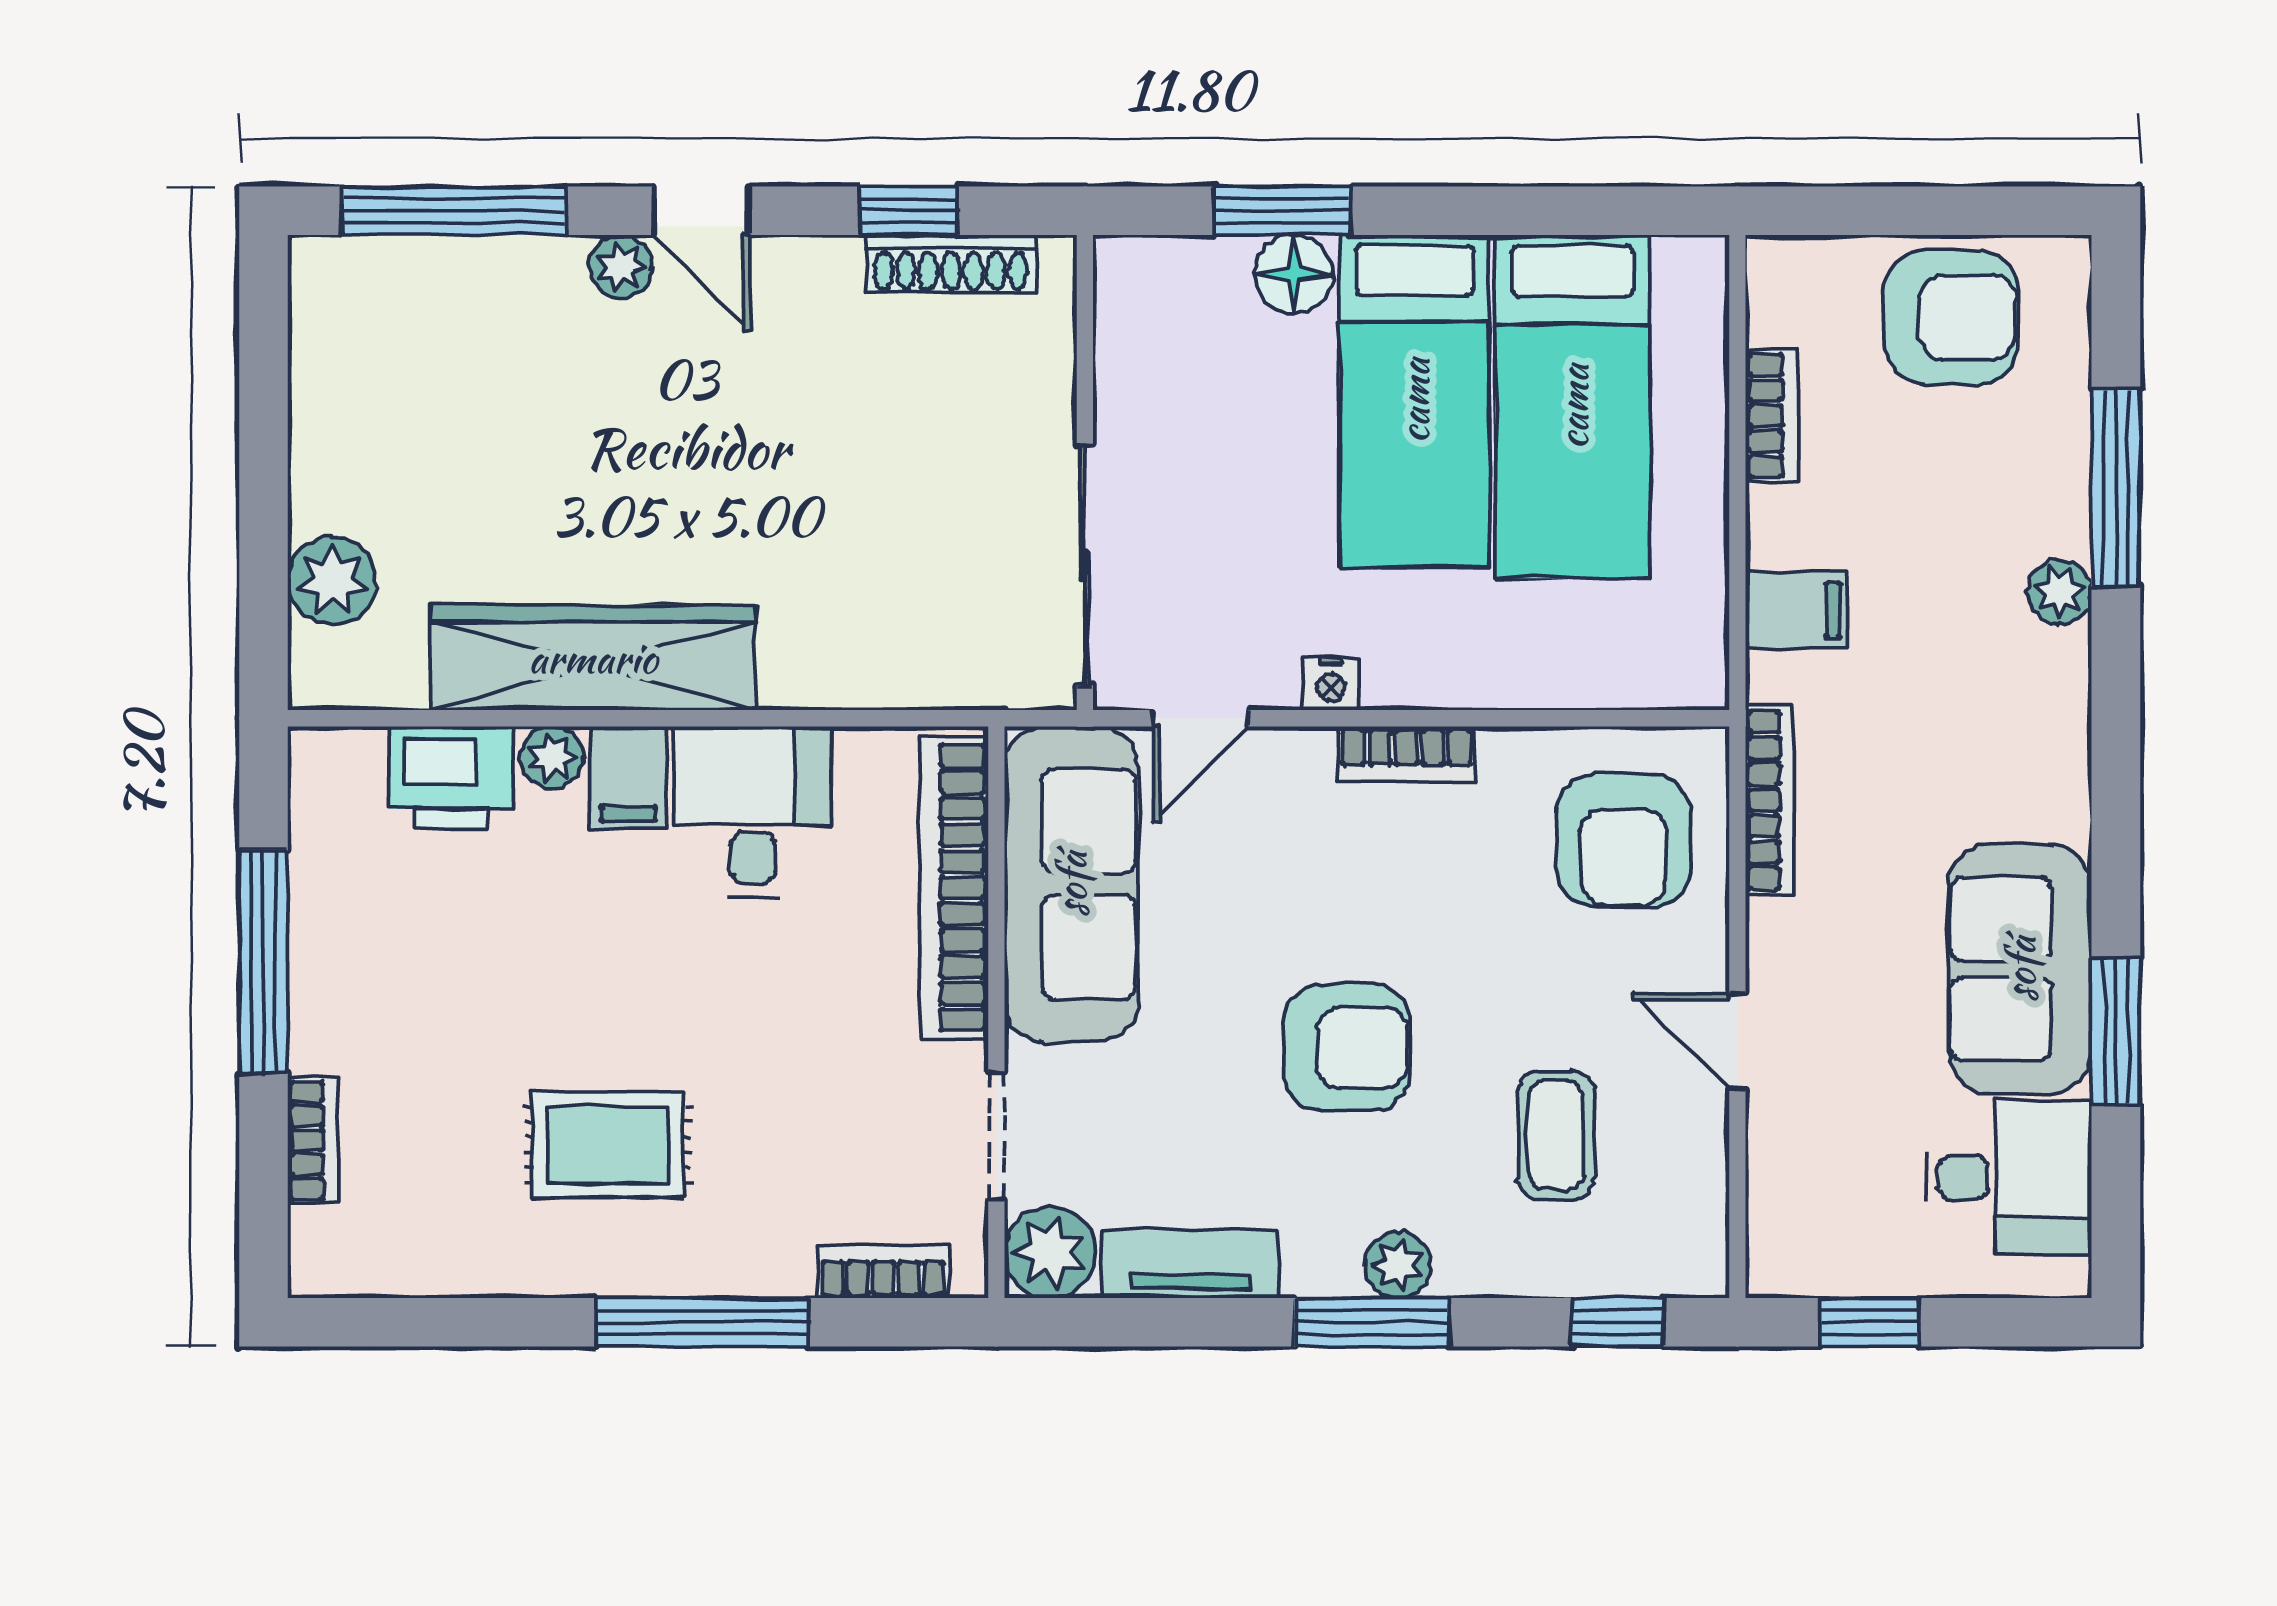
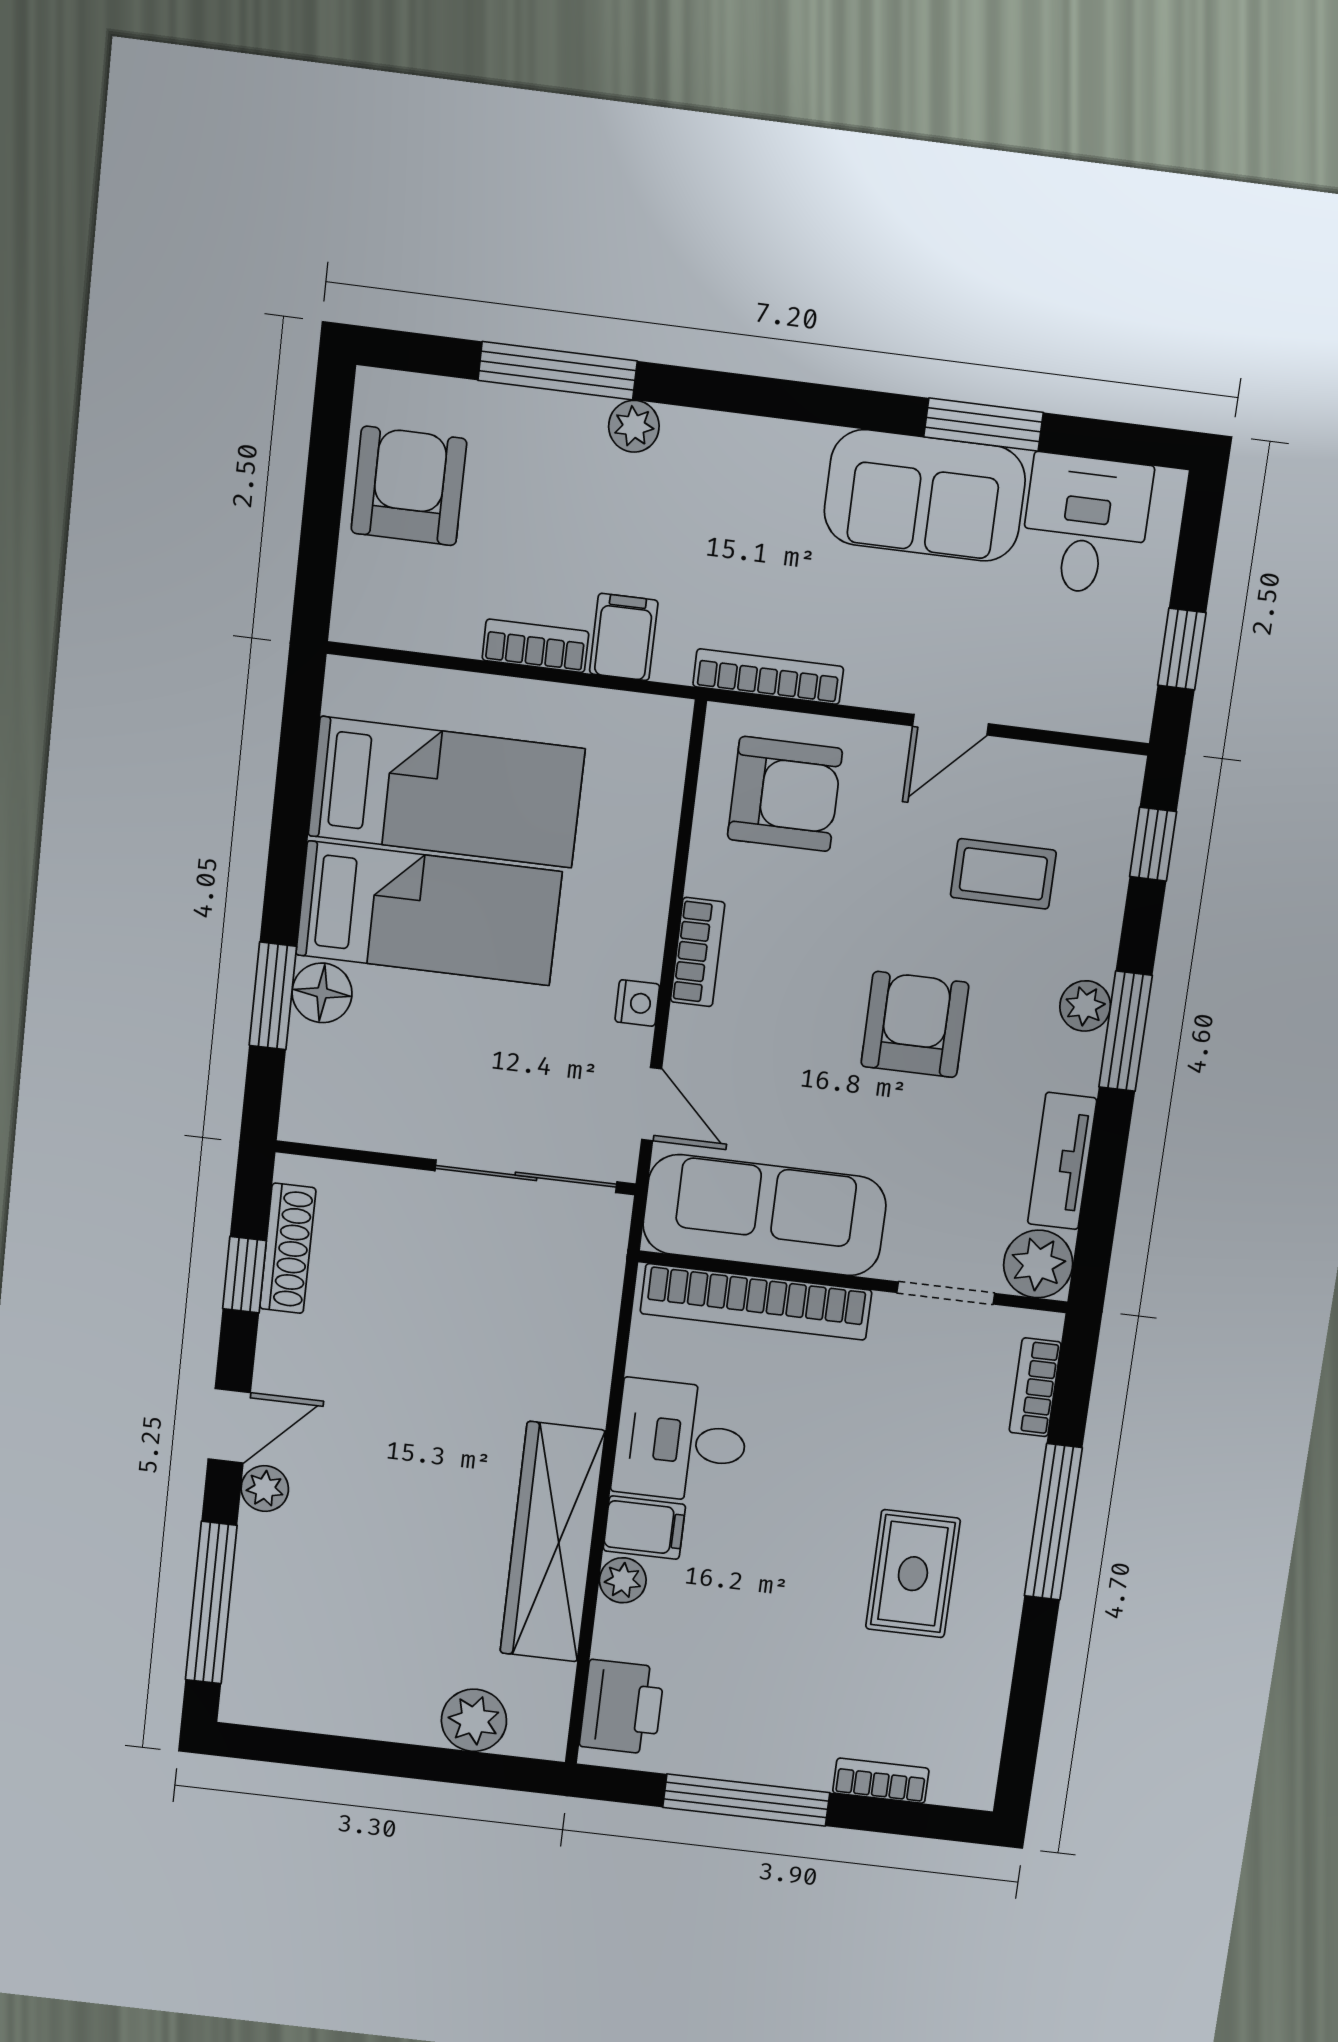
bookcase: (1772, 416) -> (535, 646), moved
printer: (452, 778) -> (622, 1707), moved

